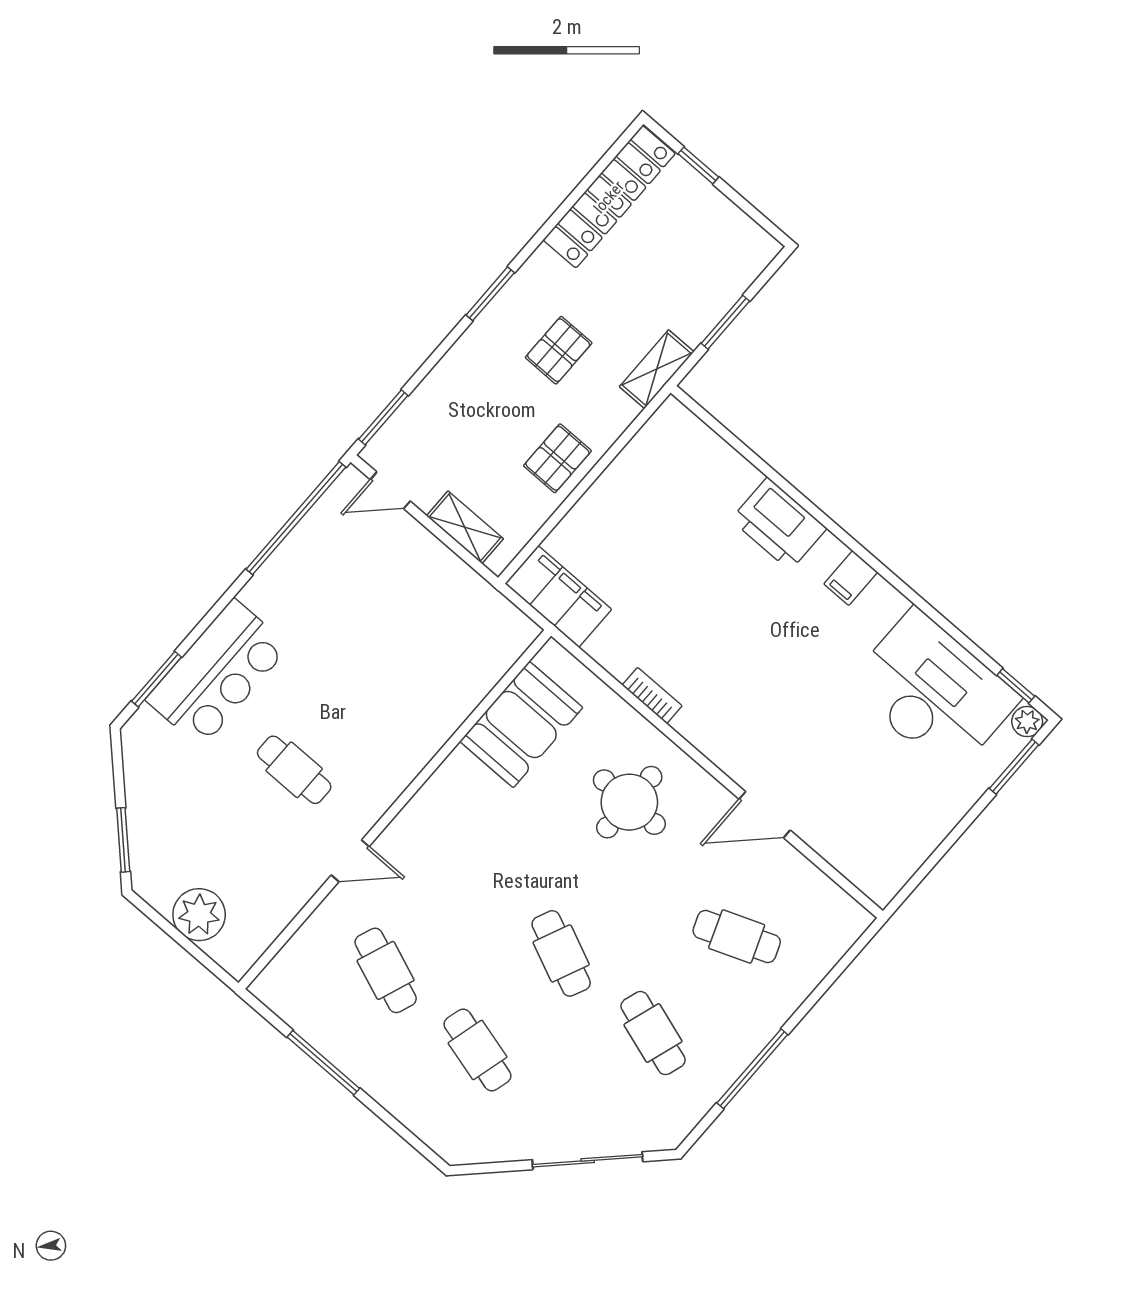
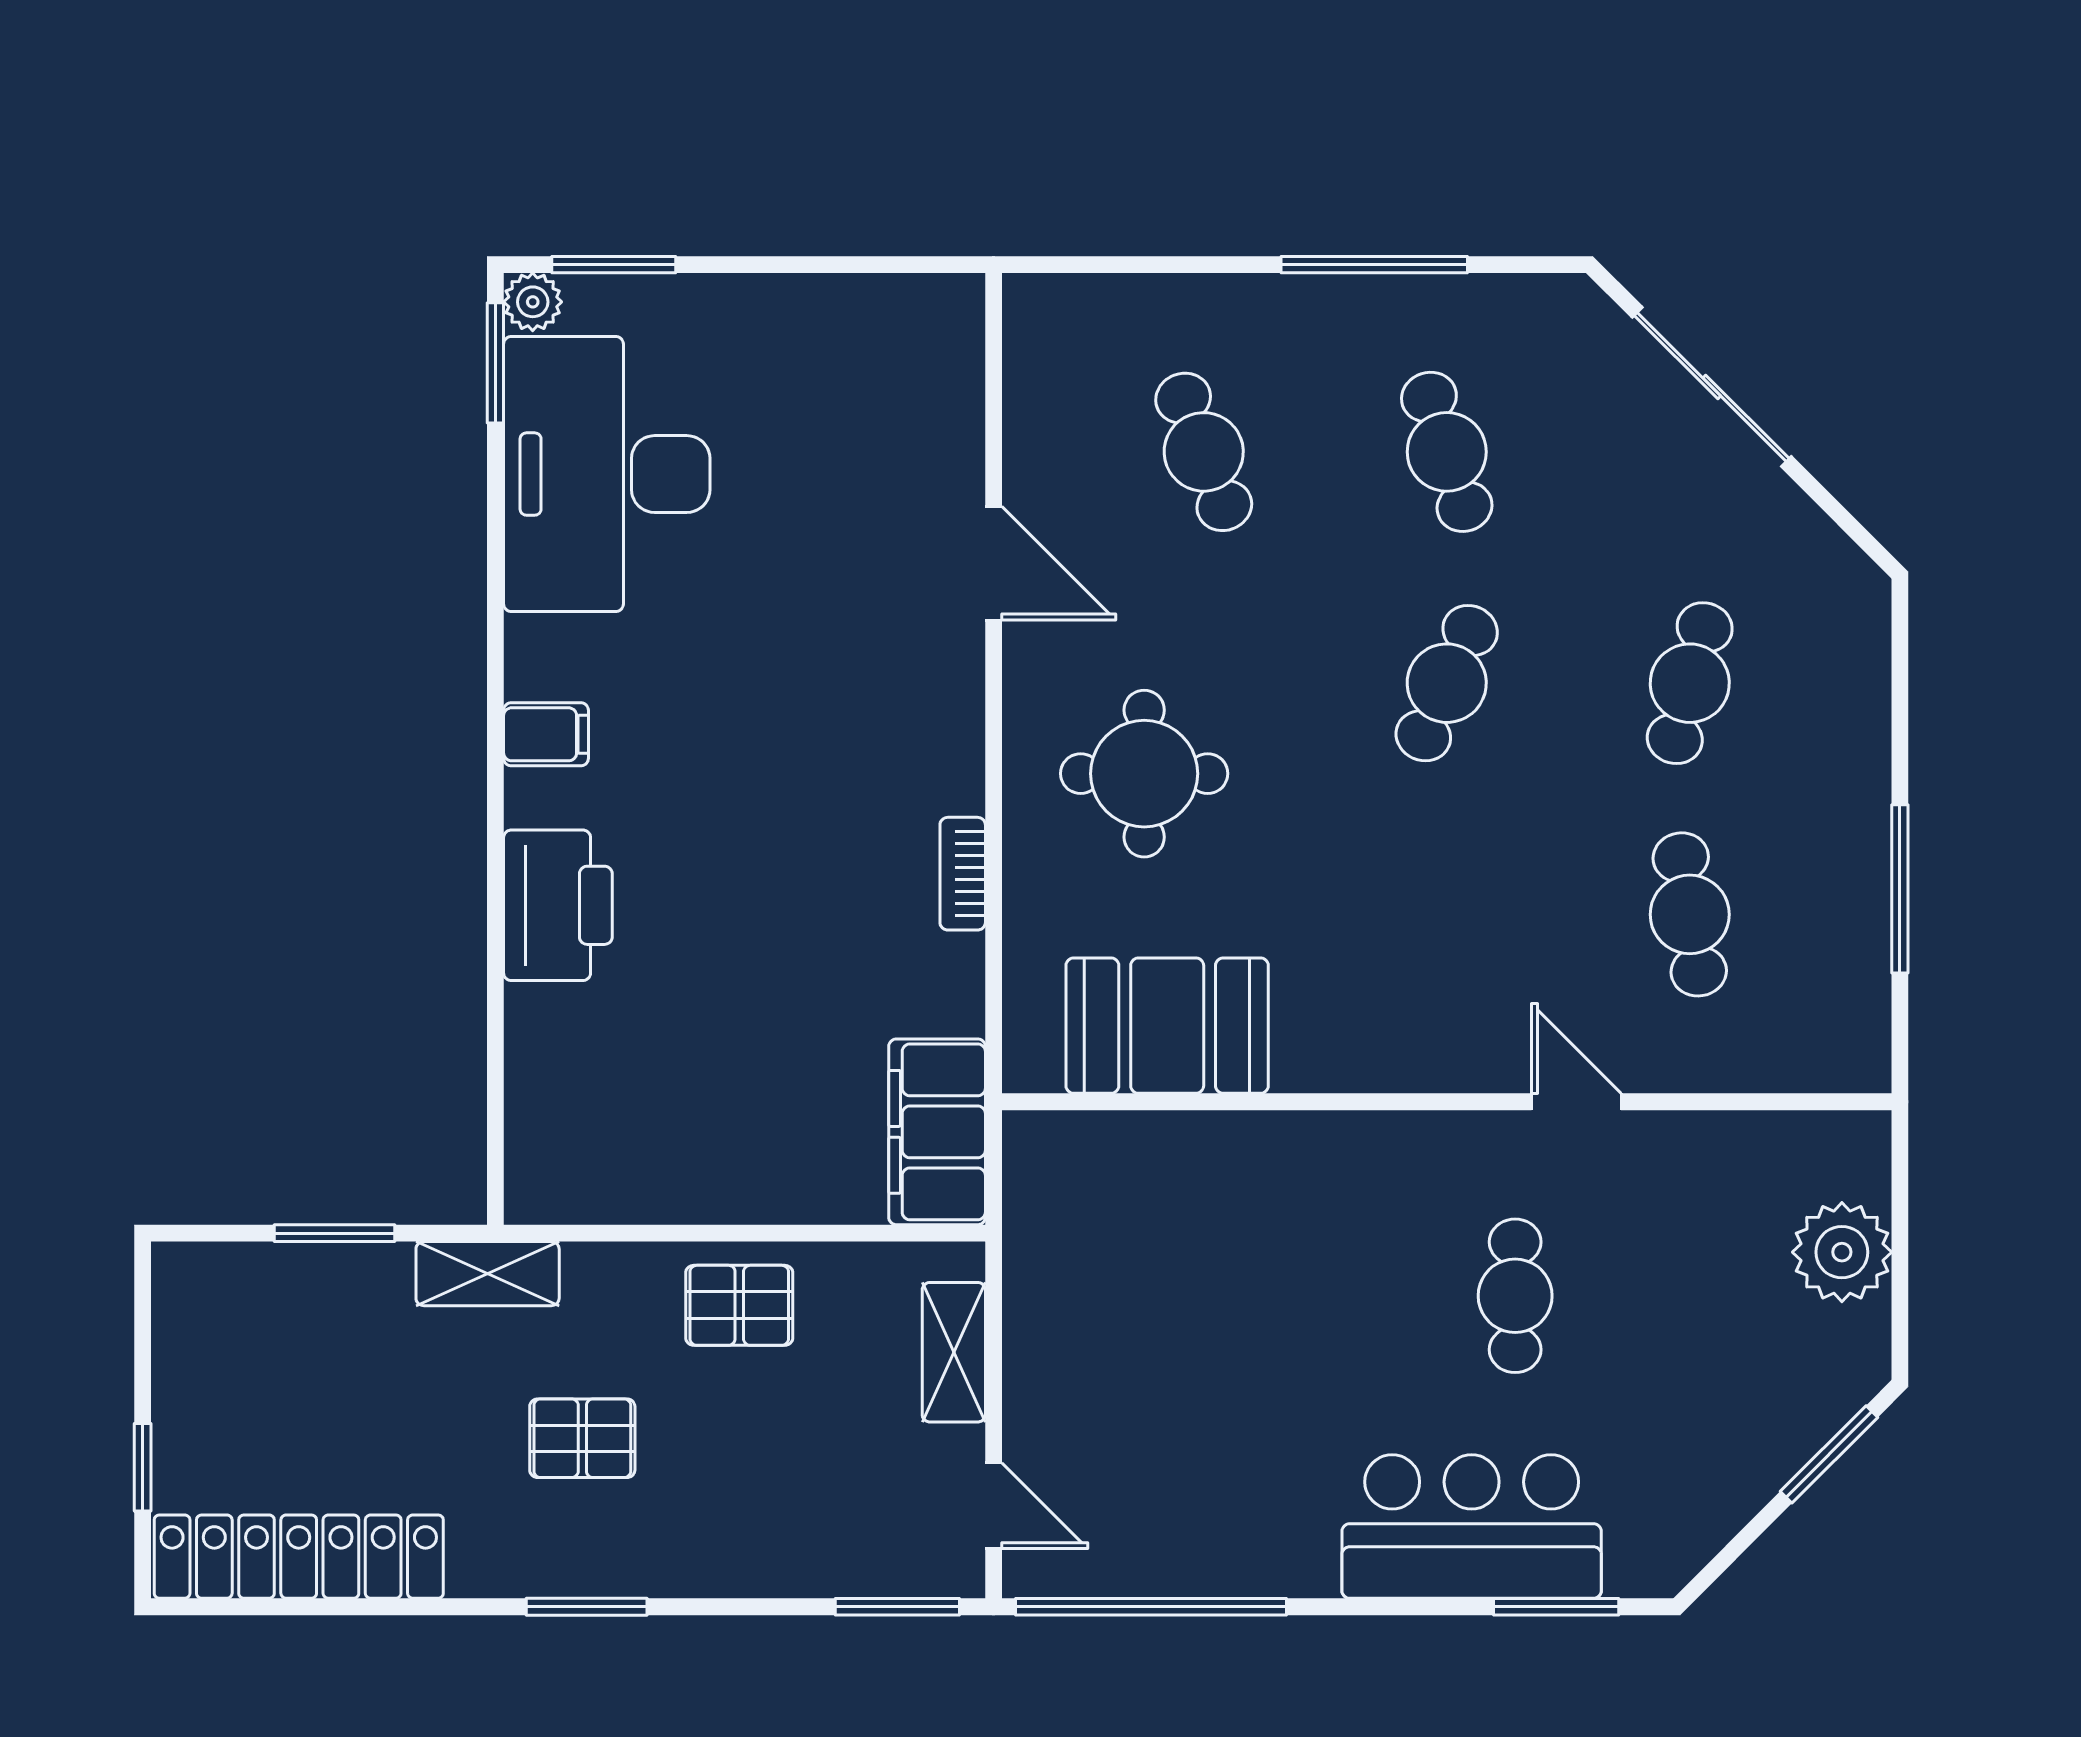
window: (1016, 686) -> (495, 363), width x1.50
cafe table: (386, 970) -> (1690, 914), turned -30
cafe table: (653, 1033) -> (1447, 452), turned -36

